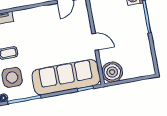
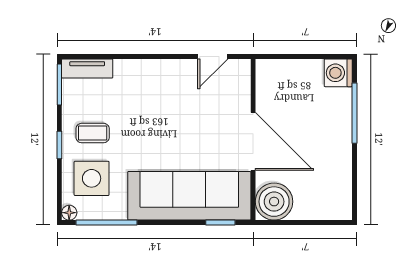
door: (95, 42) -> (253, 141), width x1.87

